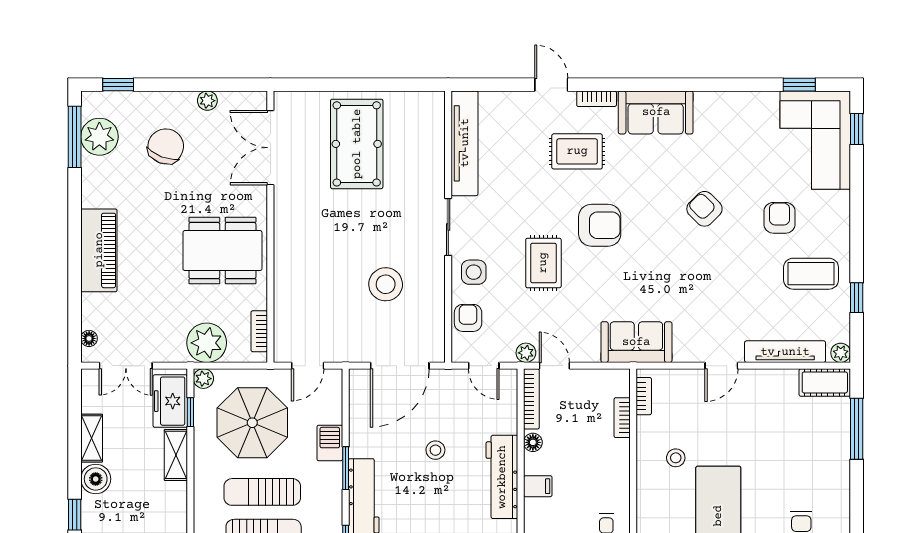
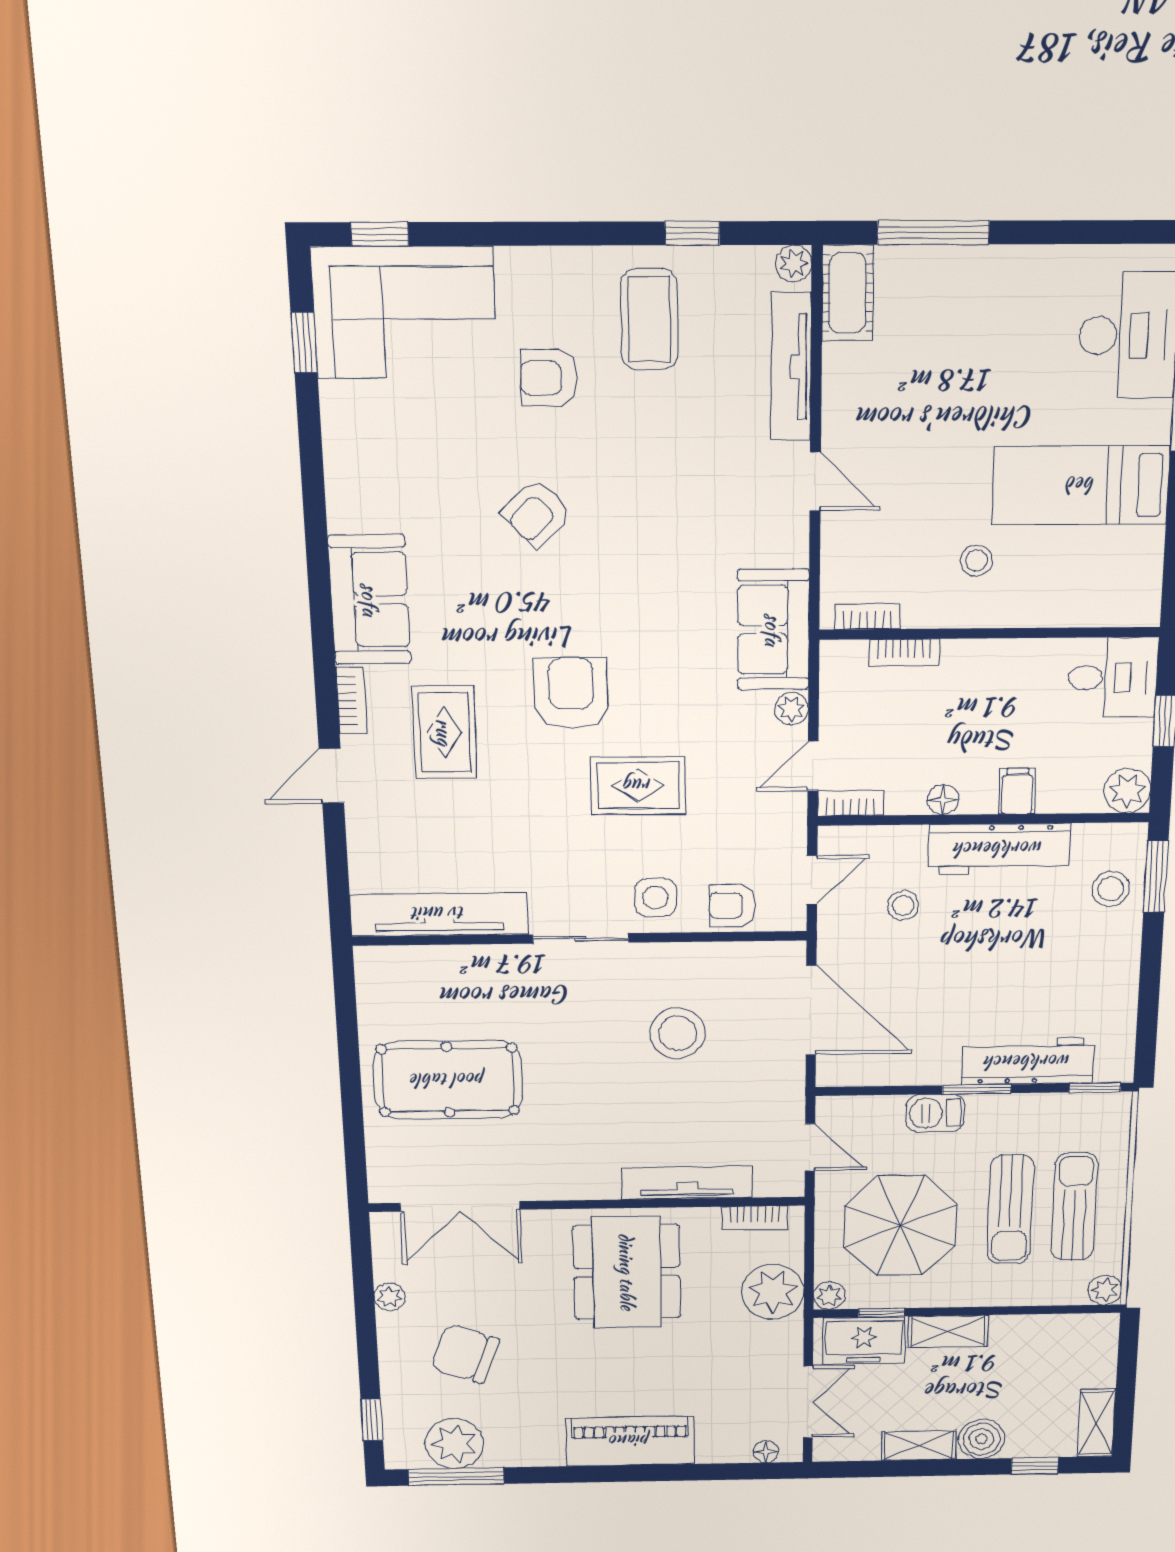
tv unit: (284, 289) -> (687, 1183), added
plant: (526, 353) -> (791, 709), moved
bookcase: (531, 399) -> (851, 803), width x0.64
stool: (435, 450) -> (903, 906), moved

